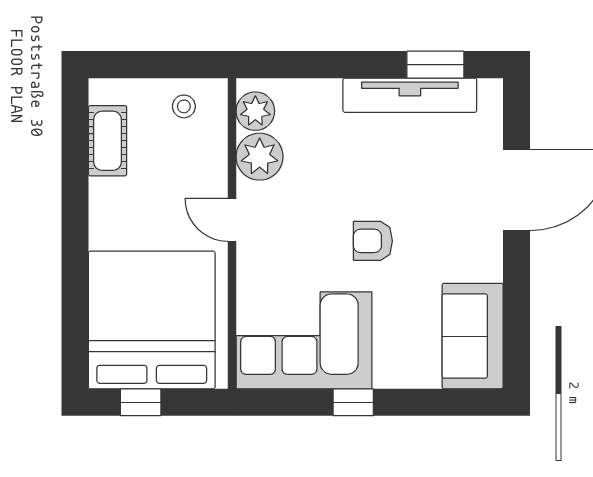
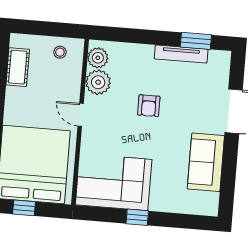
tv unit: (410, 95) -> (181, 54), width x0.73, depth x0.78
armchair: (373, 241) -> (149, 106), moved, turned -90
sofa: (473, 336) -> (206, 162), moved

